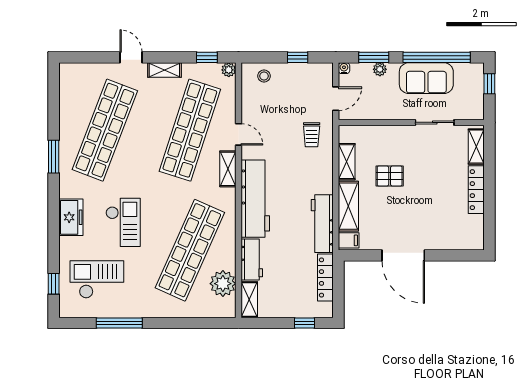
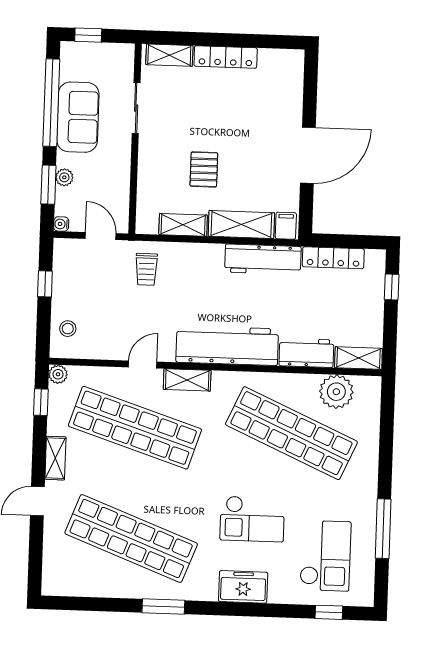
trolley: (312, 135) -> (146, 269), turned 90
checkout: (123, 222) -> (252, 519), turned 180
checkout: (97, 279) -> (325, 556), turned 180

